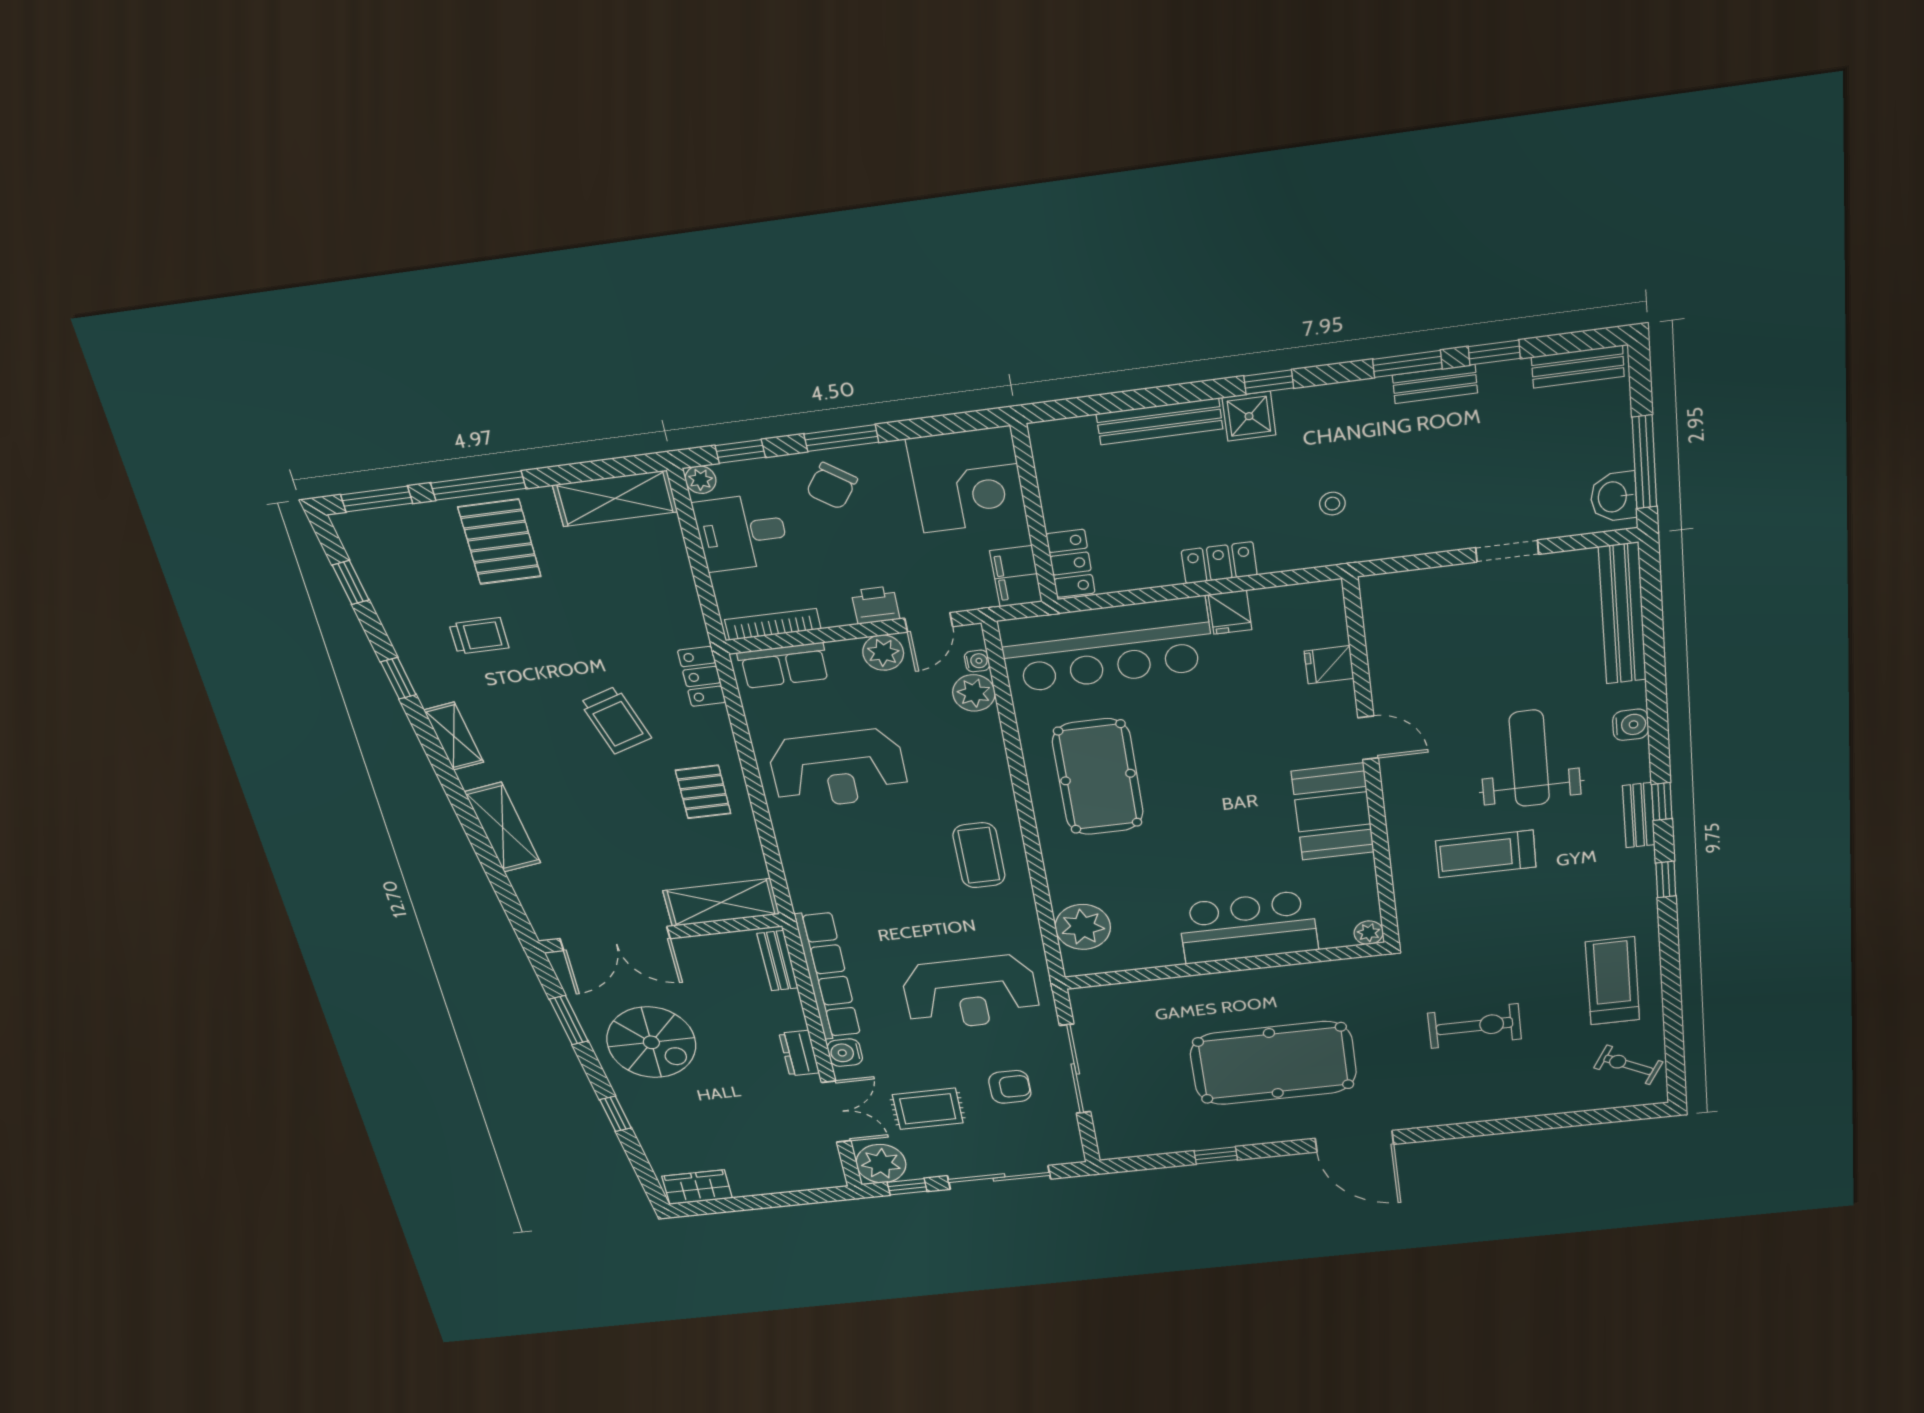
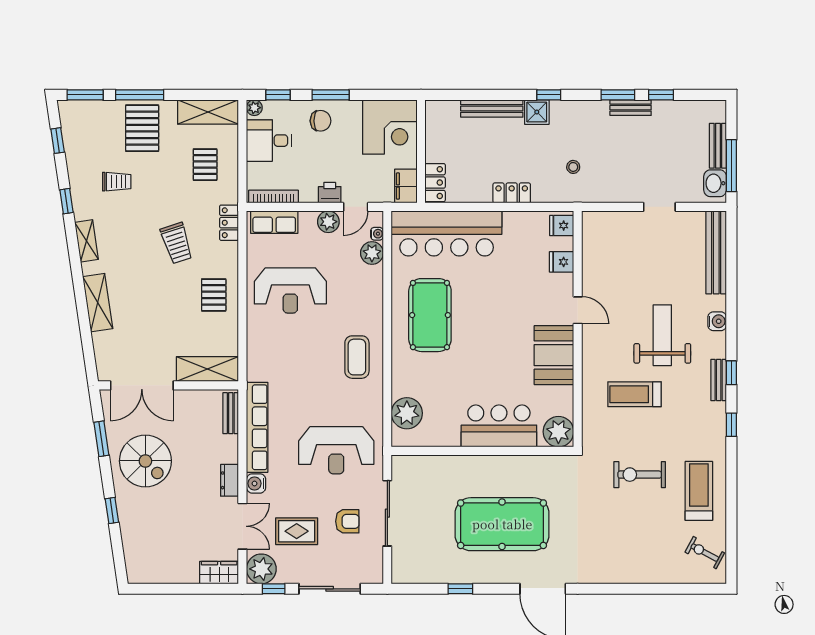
bench: (1578, 367) -> (718, 146), moved, turned 90
chair: (832, 486) -> (321, 121), turned -126
pallet: (633, 588) -> (205, 165), added
fridge: (1230, 612) -> (562, 226), moved, turned 90
plant: (1369, 933) -> (558, 432), width x1.88, depth x1.88
exercise bike: (1475, 1026) -> (640, 475), moved, turned 180
wardrobe: (697, 1187) -> (219, 573), moved

